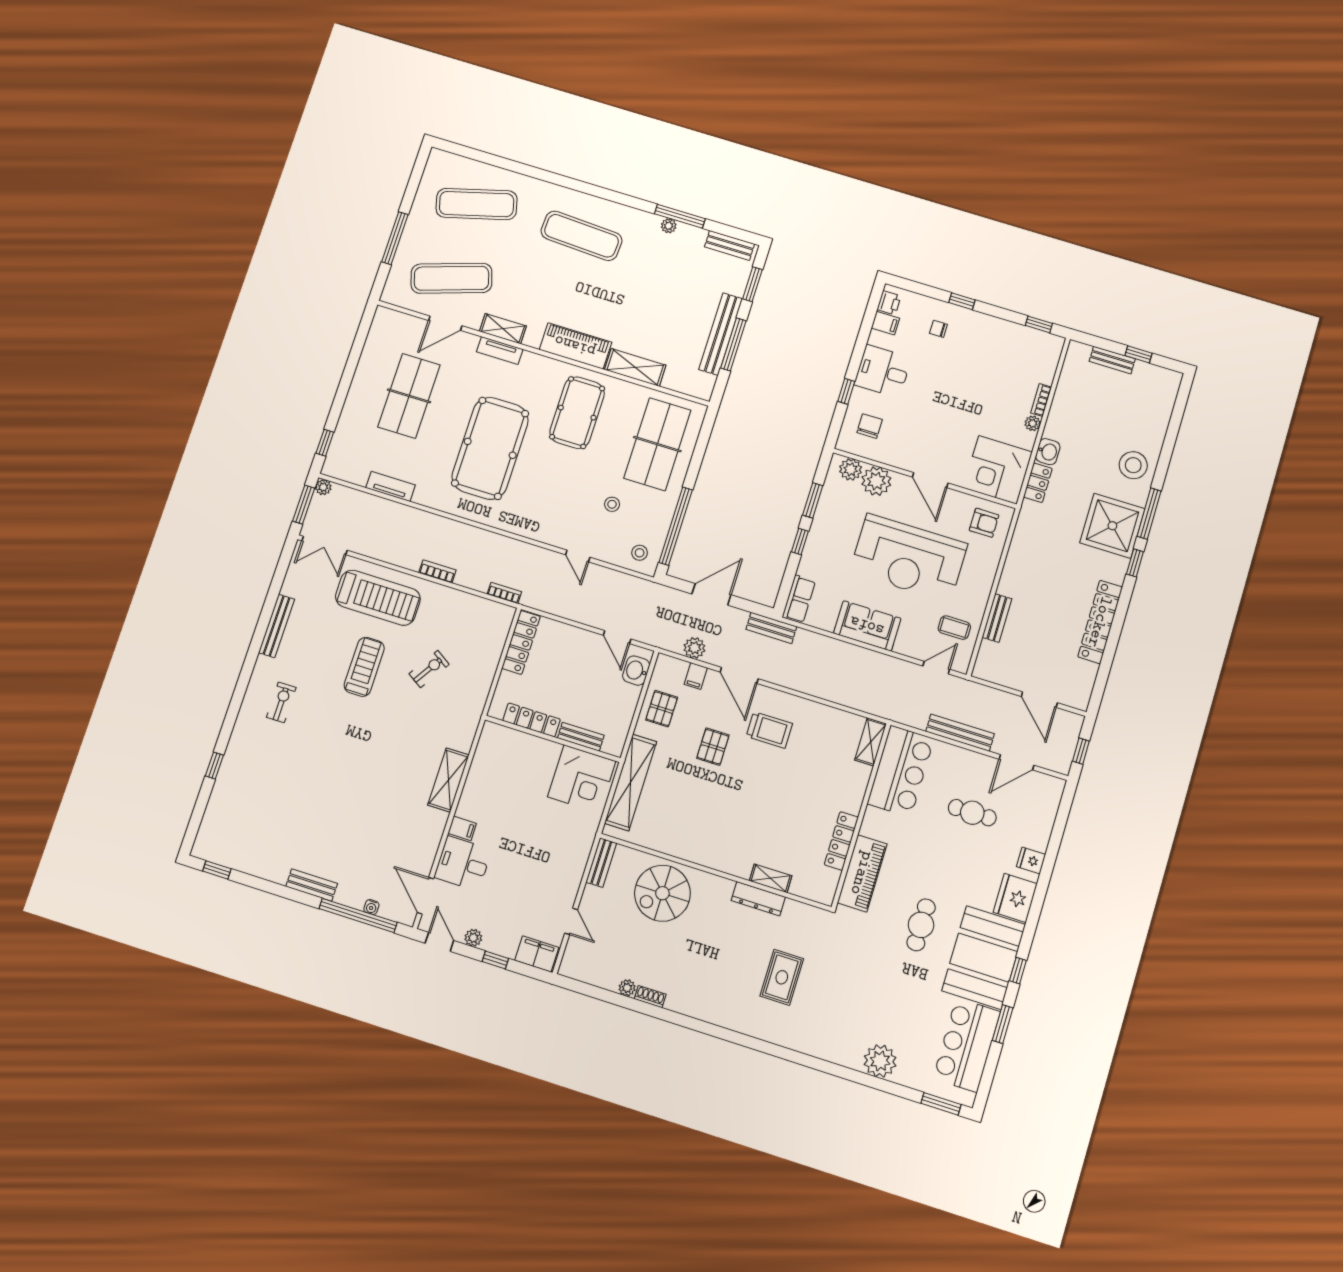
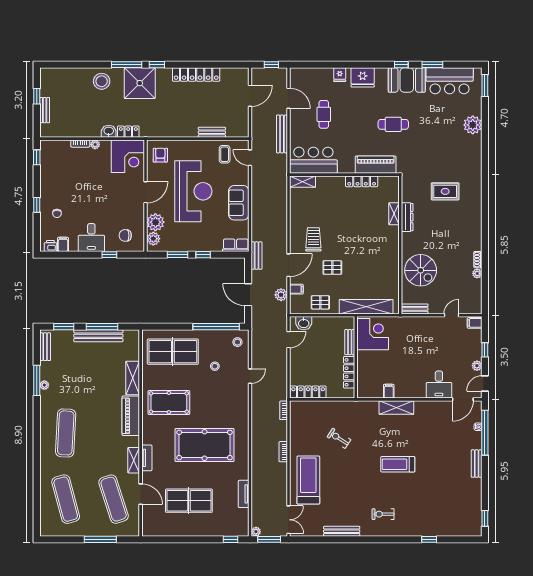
treadmill: (364, 667) -> (398, 464), moved
filing cabinet: (462, 828) -> (389, 391), moved
filing cabinet: (537, 954) -> (475, 323), width x0.50
booth: (984, 958) -> (407, 80), width x0.73, depth x0.70

